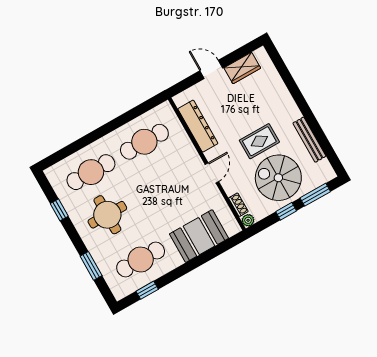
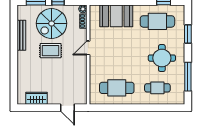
door: (211, 69) -> (68, 108), moved
dresser: (198, 126) -> (81, 79), removed
cafe table: (91, 172) -> (157, 88), width x0.73, depth x0.74
spiral stairs: (278, 178) -> (52, 23), turned 90
window: (59, 210) -> (188, 77), width x2.17

